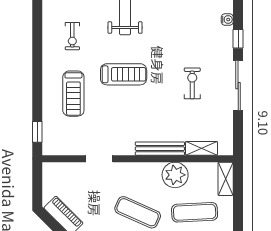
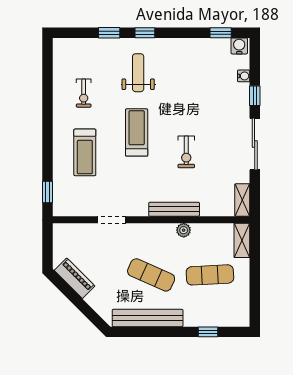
treadmill: (124, 74) -> (137, 132), turned -90
exercise bike: (192, 83) -> (186, 152), moved, turned 180
shelving: (201, 148) -> (242, 200), moved, turned 90
plant: (175, 175) -> (184, 230), width x0.53, depth x0.53

